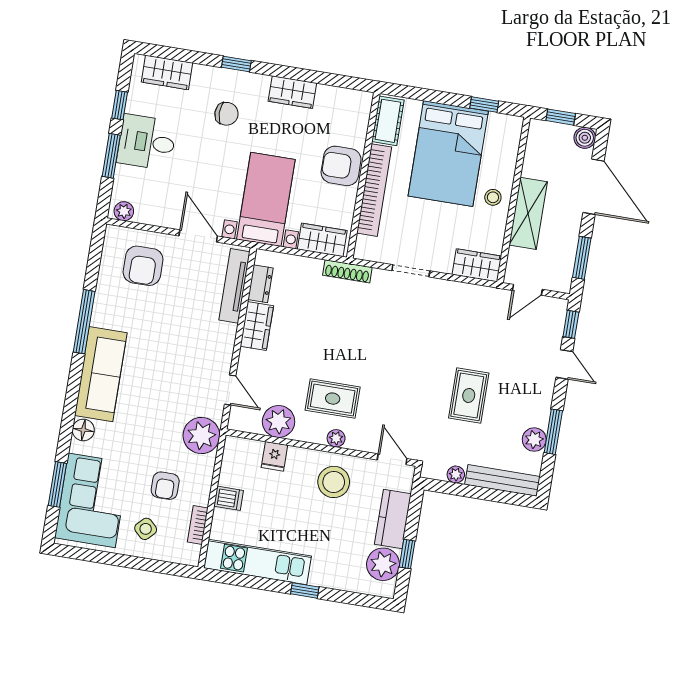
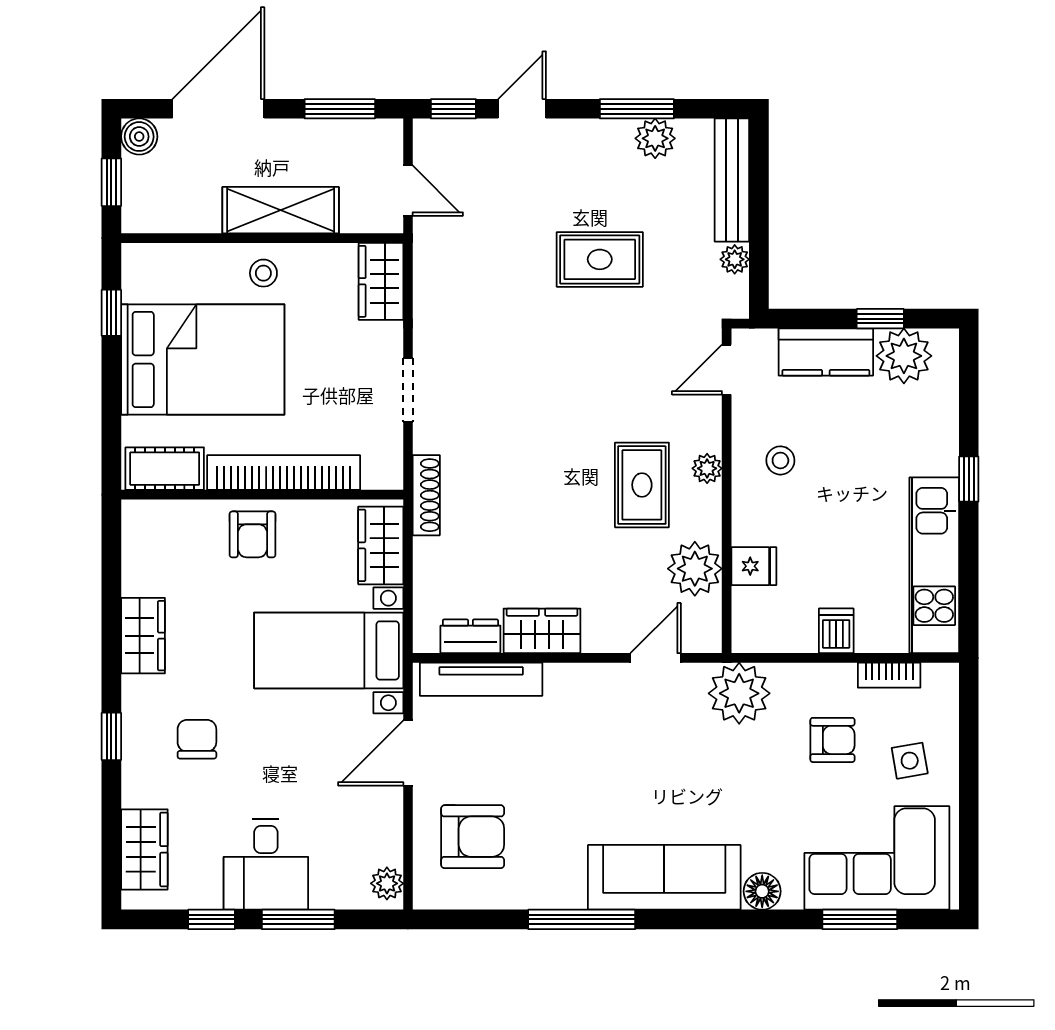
armchair: (341, 166) -> (253, 534), width x0.72, depth x0.72
stool: (334, 482) -> (780, 460), width x0.53, depth x0.53
side table: (146, 529) -> (910, 761), turned 36

